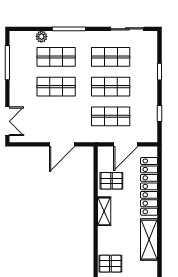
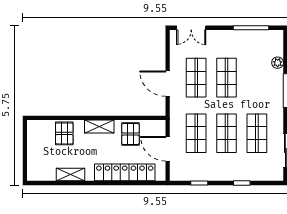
shop shelf: (56, 57) -> (196, 78), moved
shelving: (149, 240) -> (70, 175), width x0.67, depth x0.75
pallet: (110, 264) -> (64, 133), moved

